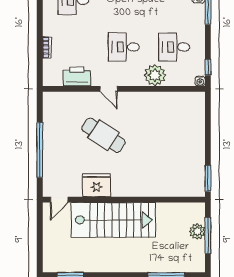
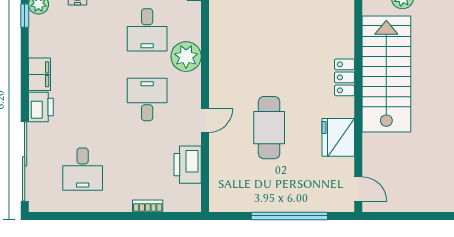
desk: (124, 47) -> (147, 100), turned 180
cafe table: (104, 135) -> (269, 128), turned -33
locker: (140, 190) -> (344, 77), added
stairs: (113, 220) -> (386, 74), moved

